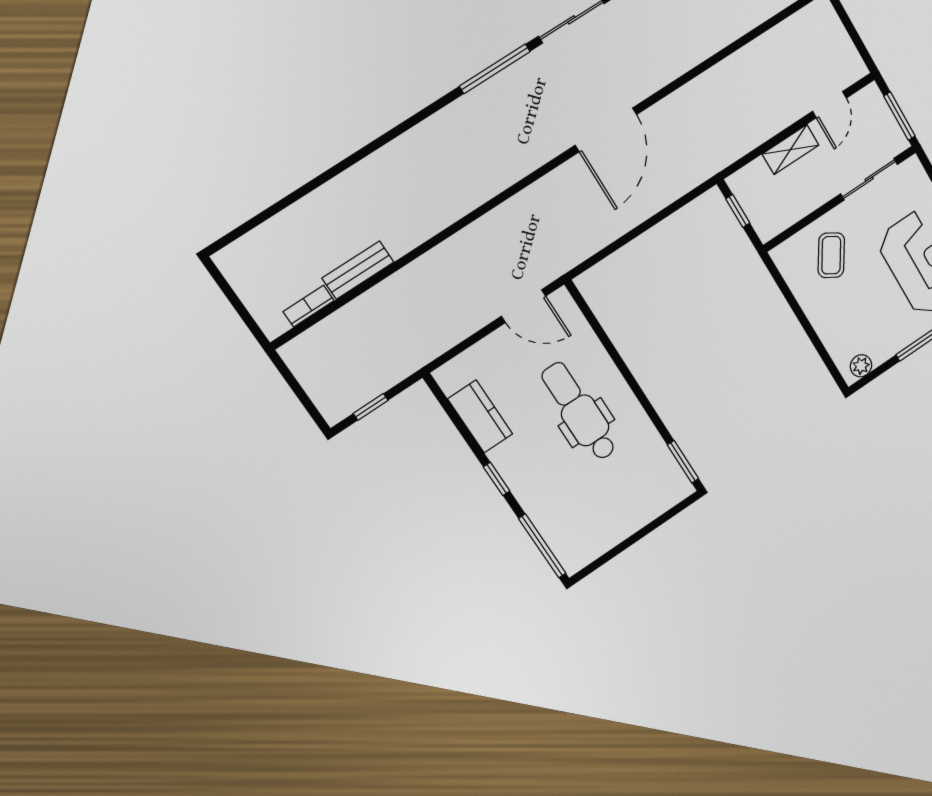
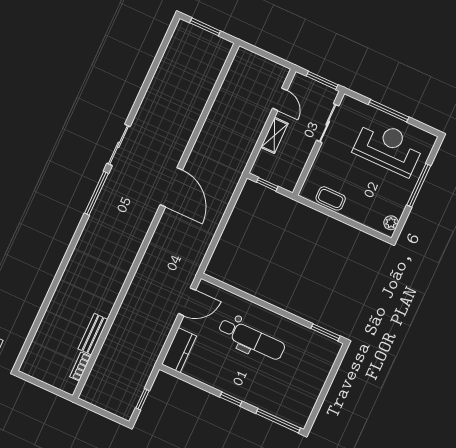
coffee table: (831, 255) -> (331, 198), moved, turned -32
dental chair: (579, 412) -> (252, 339), turned 180
kitchen counter: (480, 416) -> (179, 350), moved, turned 90

